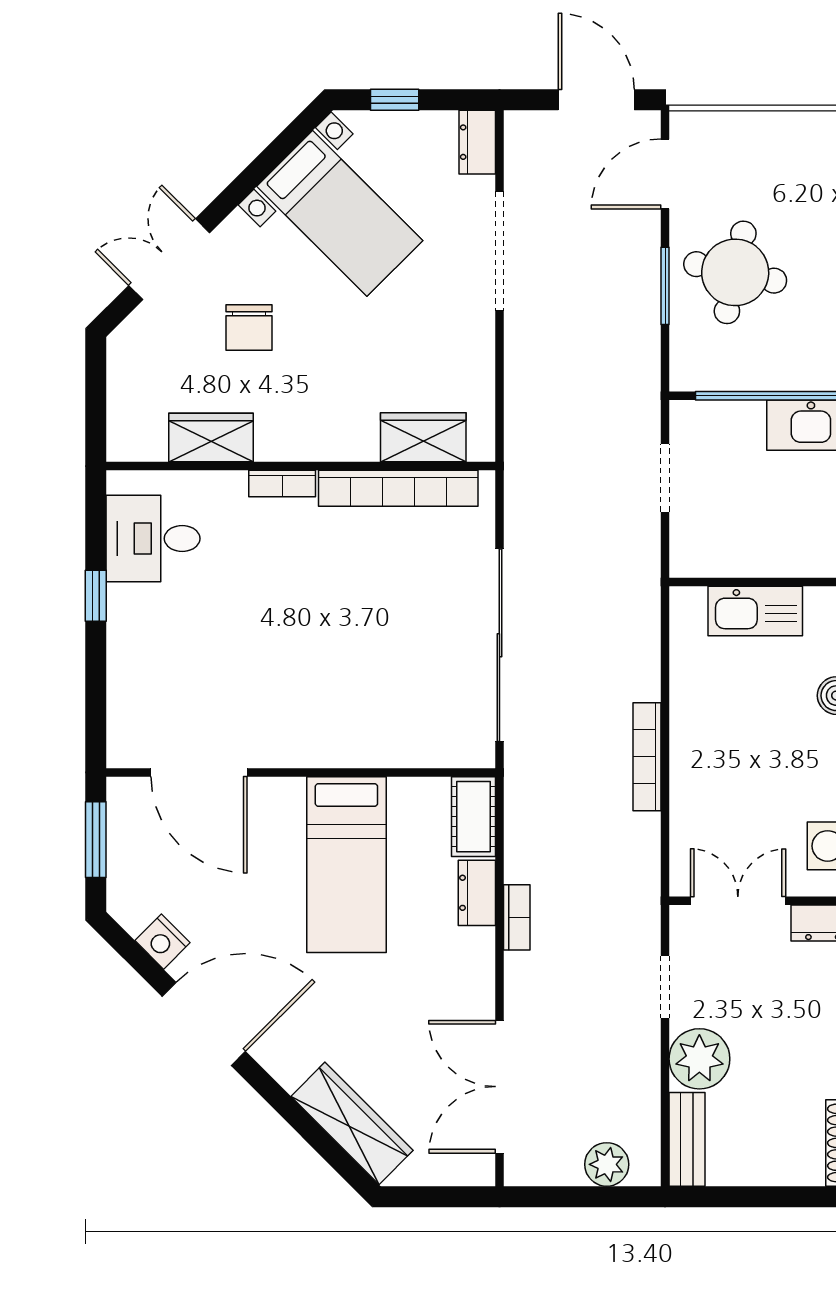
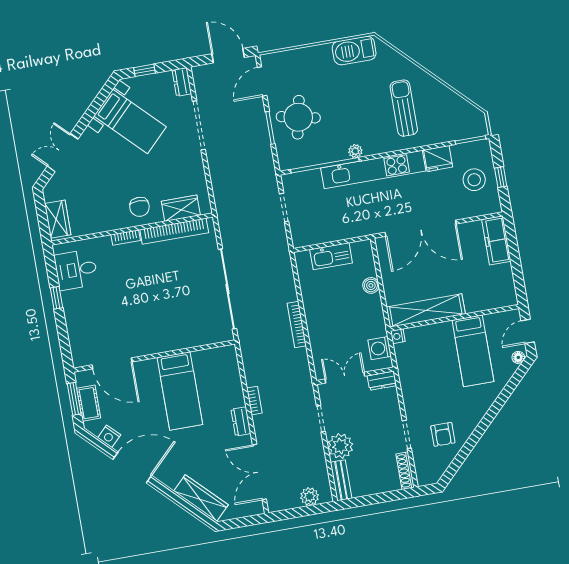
chair: (249, 327) -> (139, 207), moved
wardrobe: (211, 437) -> (58, 219), moved, turned 90
cot: (473, 817) -> (89, 403), moved
dresser: (477, 893) -> (241, 421), moved

